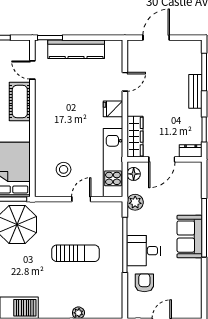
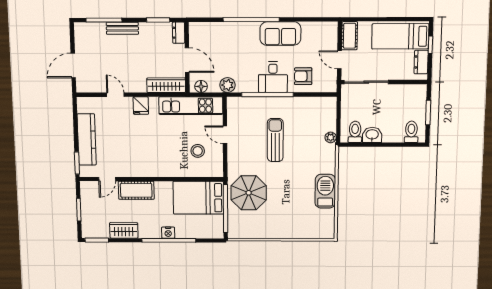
door: (156, 38) -> (73, 66), hinge flipped
sofa: (189, 237) -> (280, 34), moved

